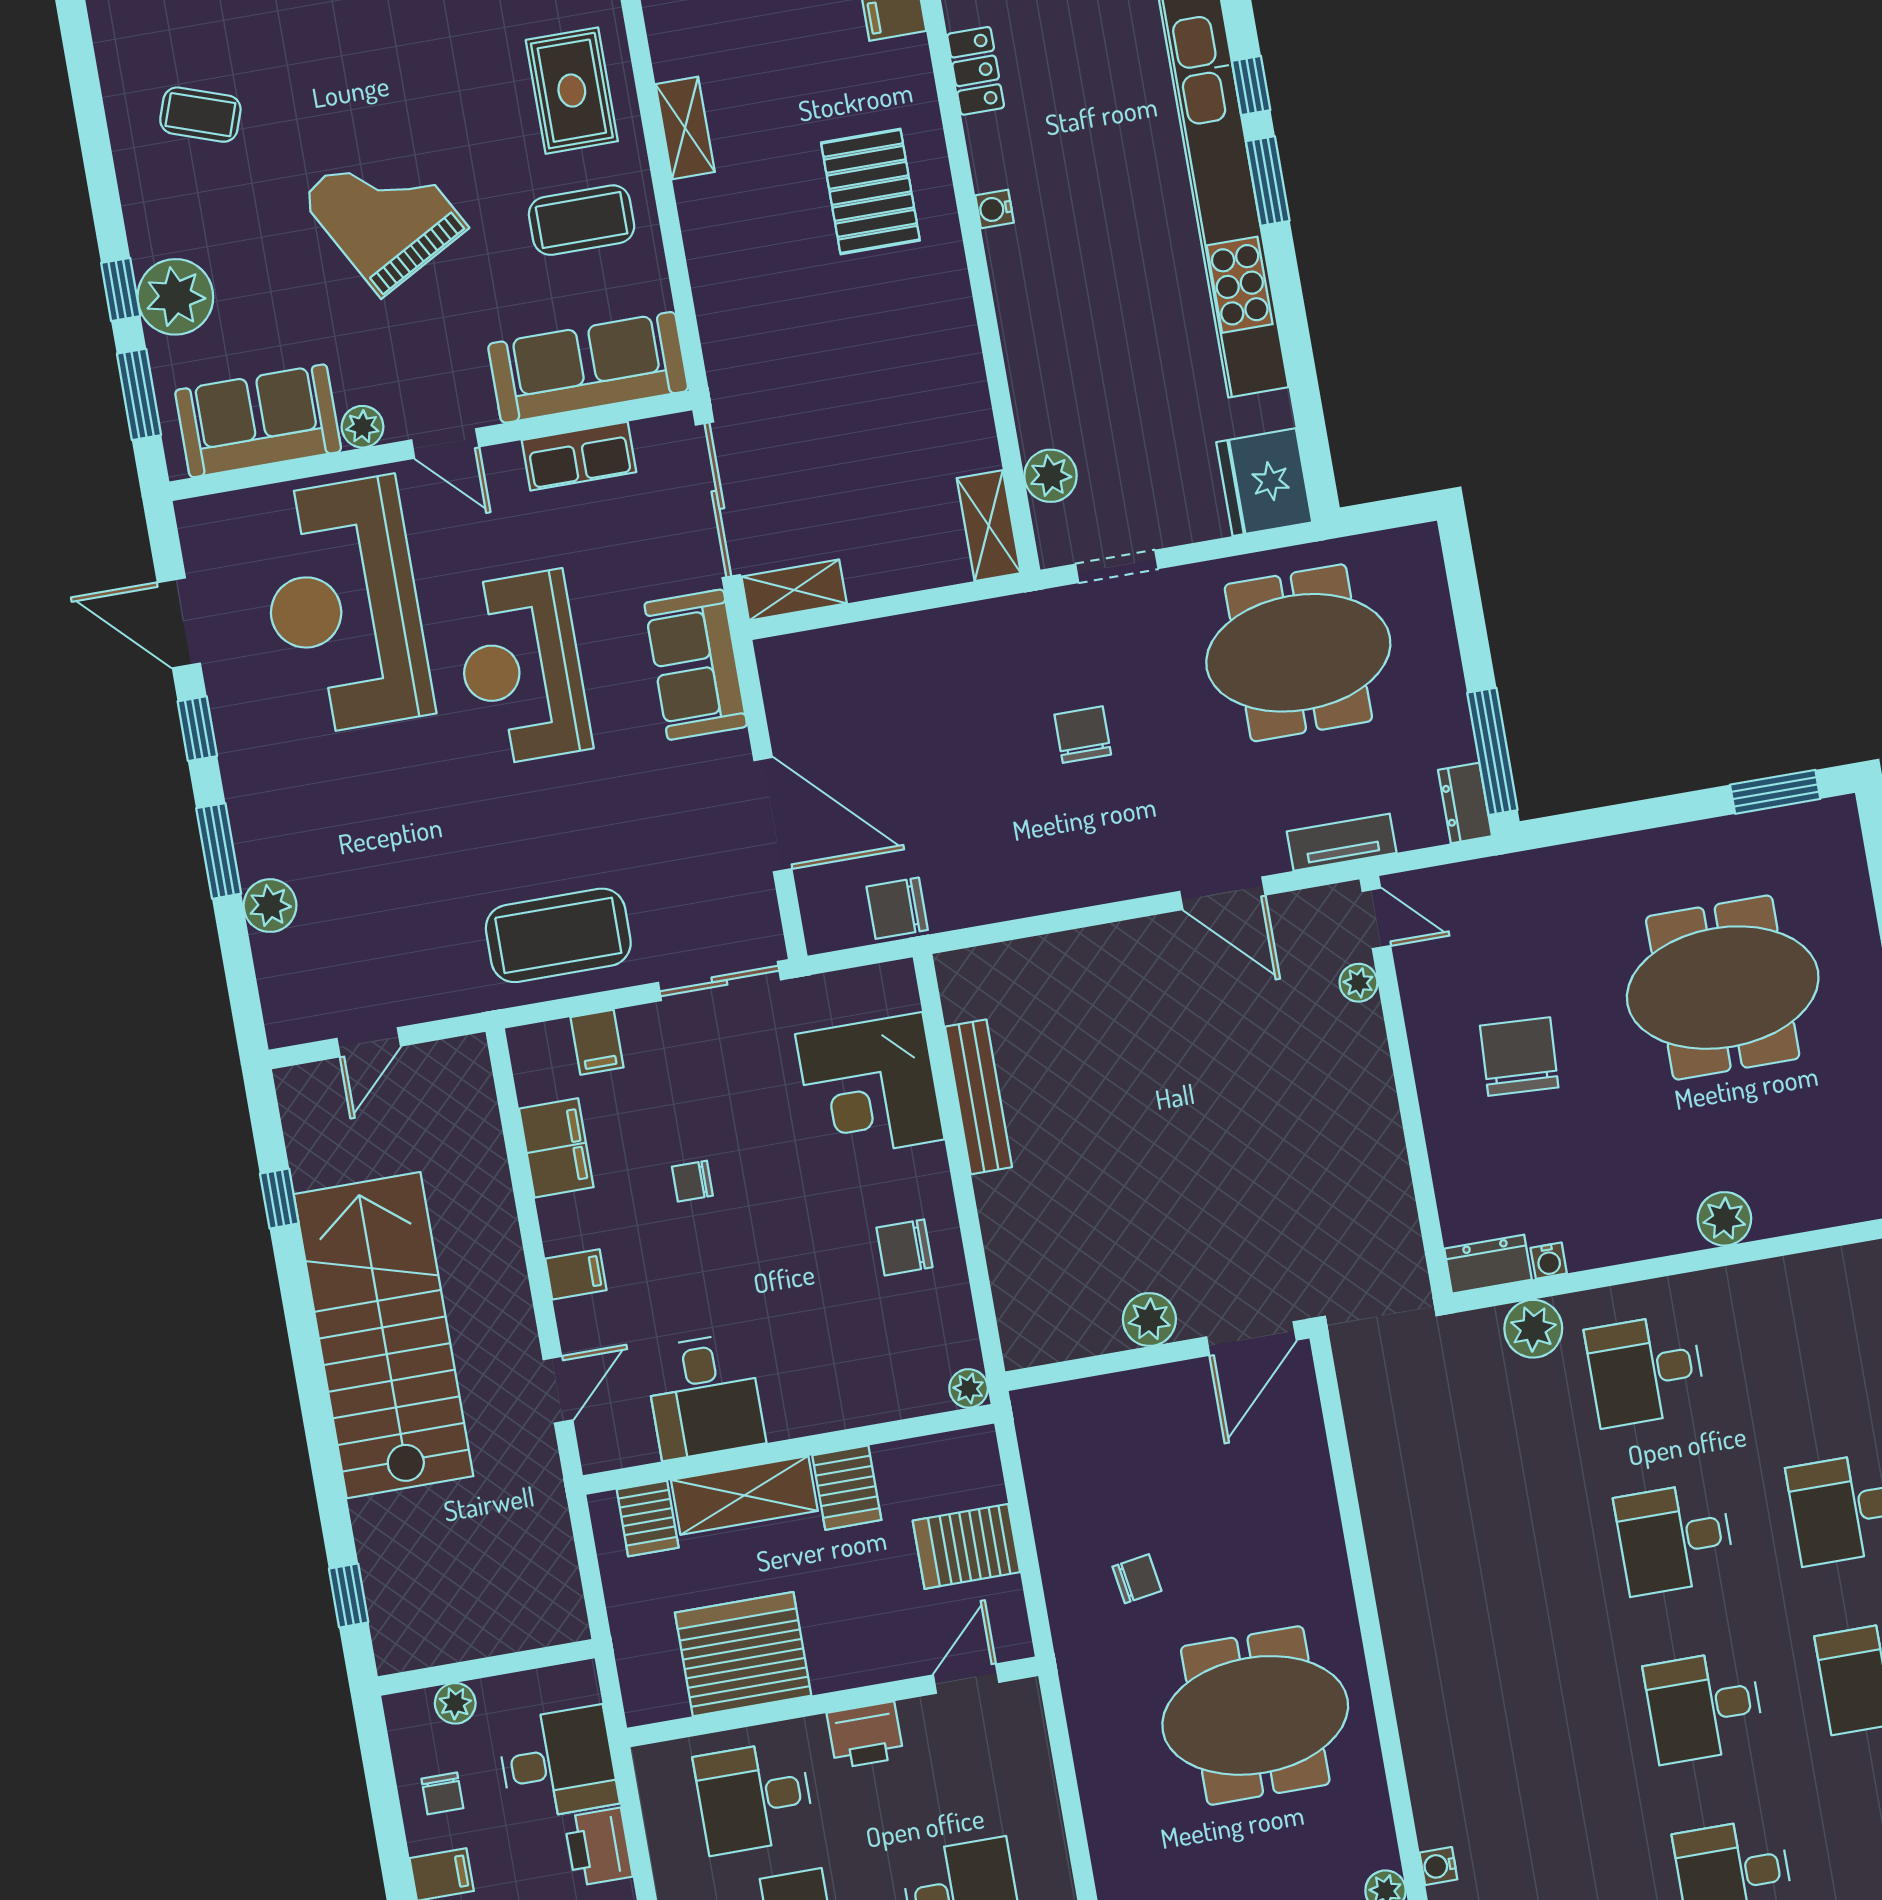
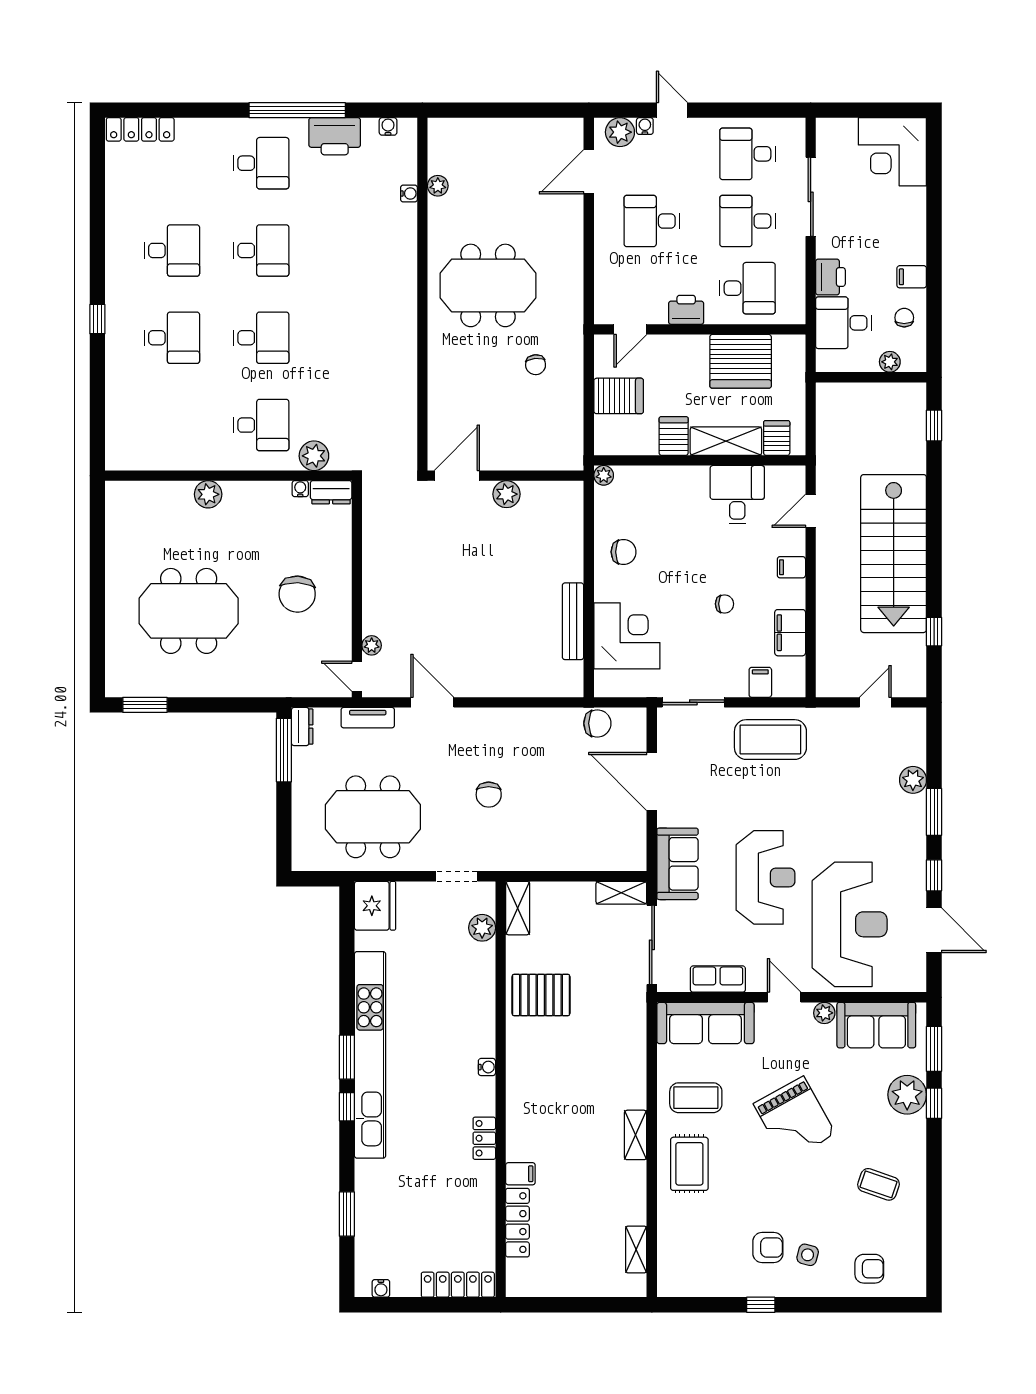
pallet: (870, 191) -> (541, 995), moved, turned 90
chair: (1137, 1579) -> (536, 365), turned -87

